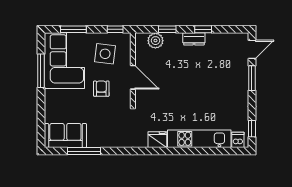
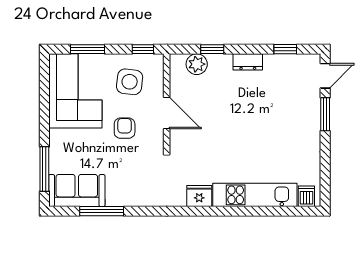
window: (203, 29) -> (285, 49), moved
window: (41, 71) -> (44, 169), moved
window: (252, 129) -> (325, 181), removed

